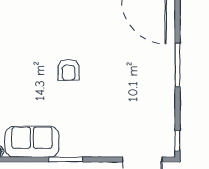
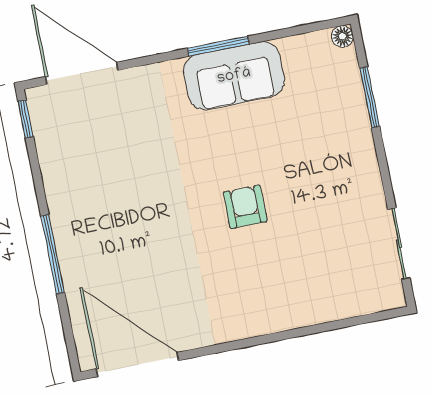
sofa: (32, 142) -> (234, 76), moved

